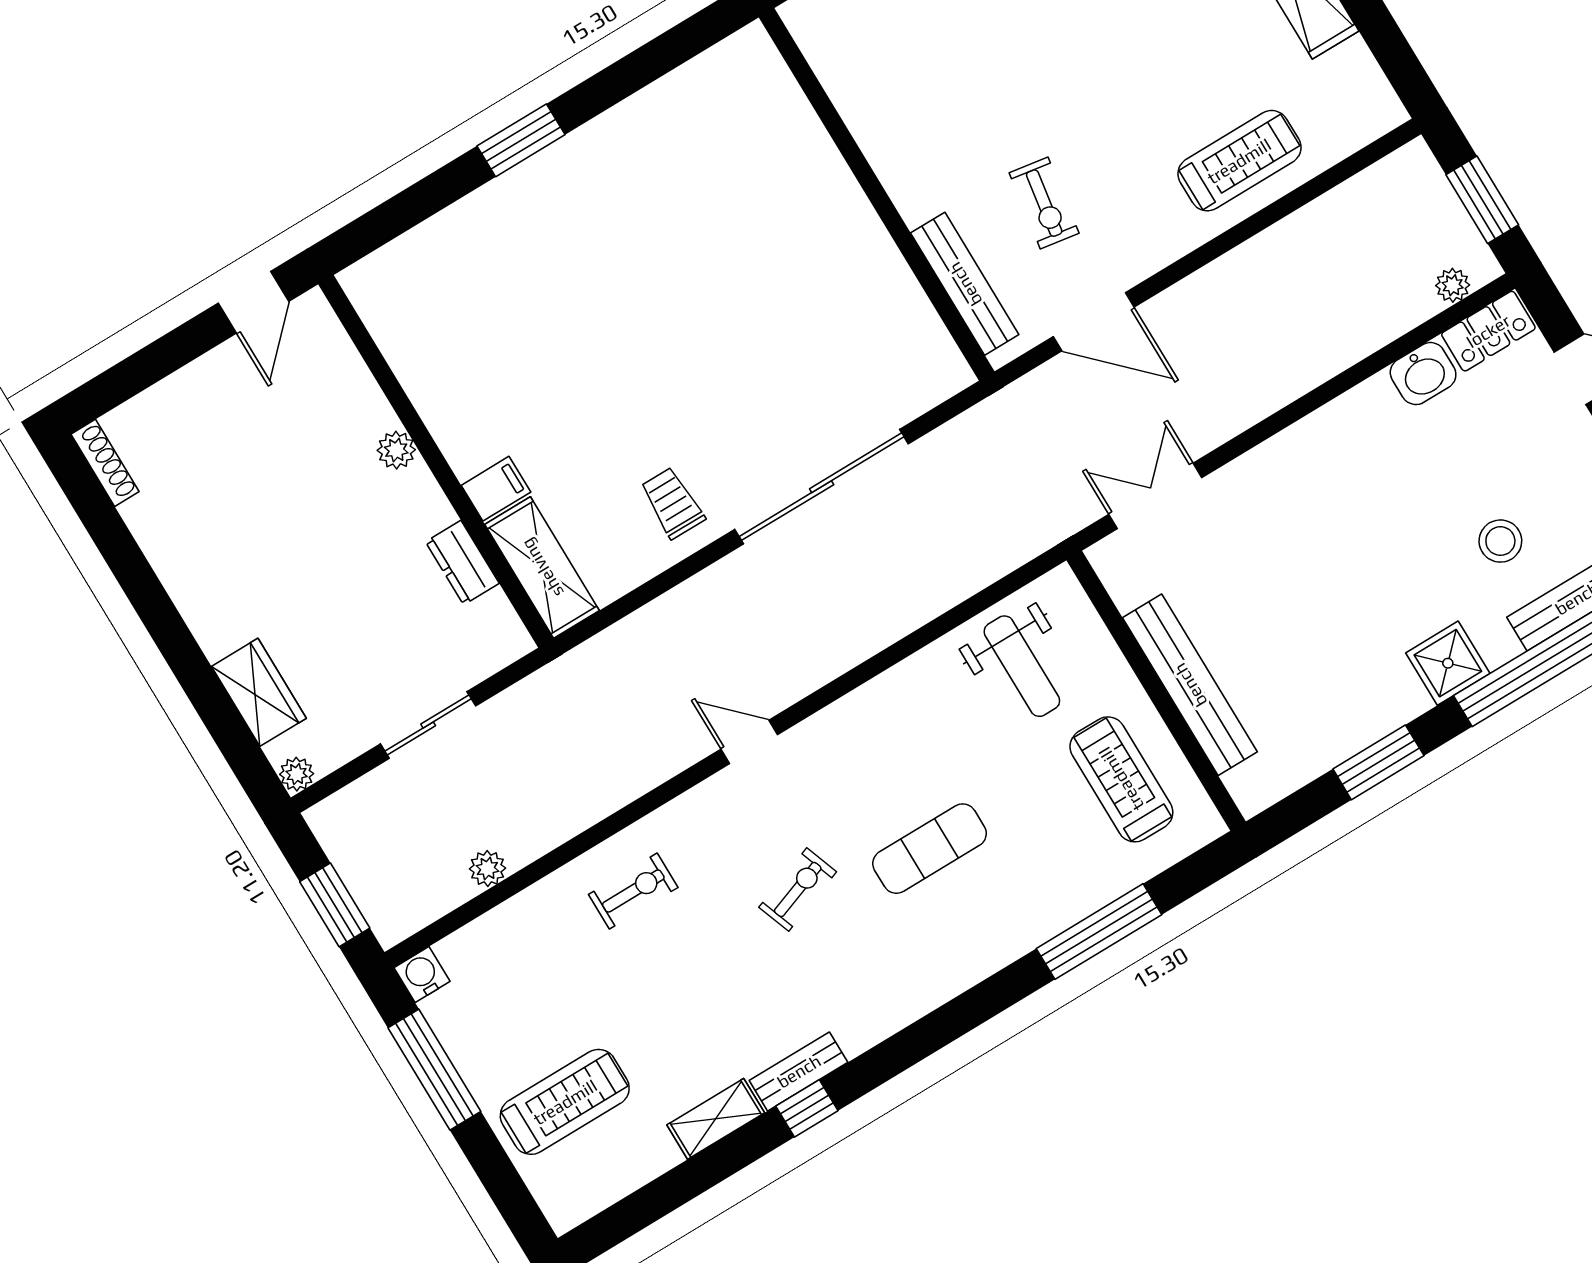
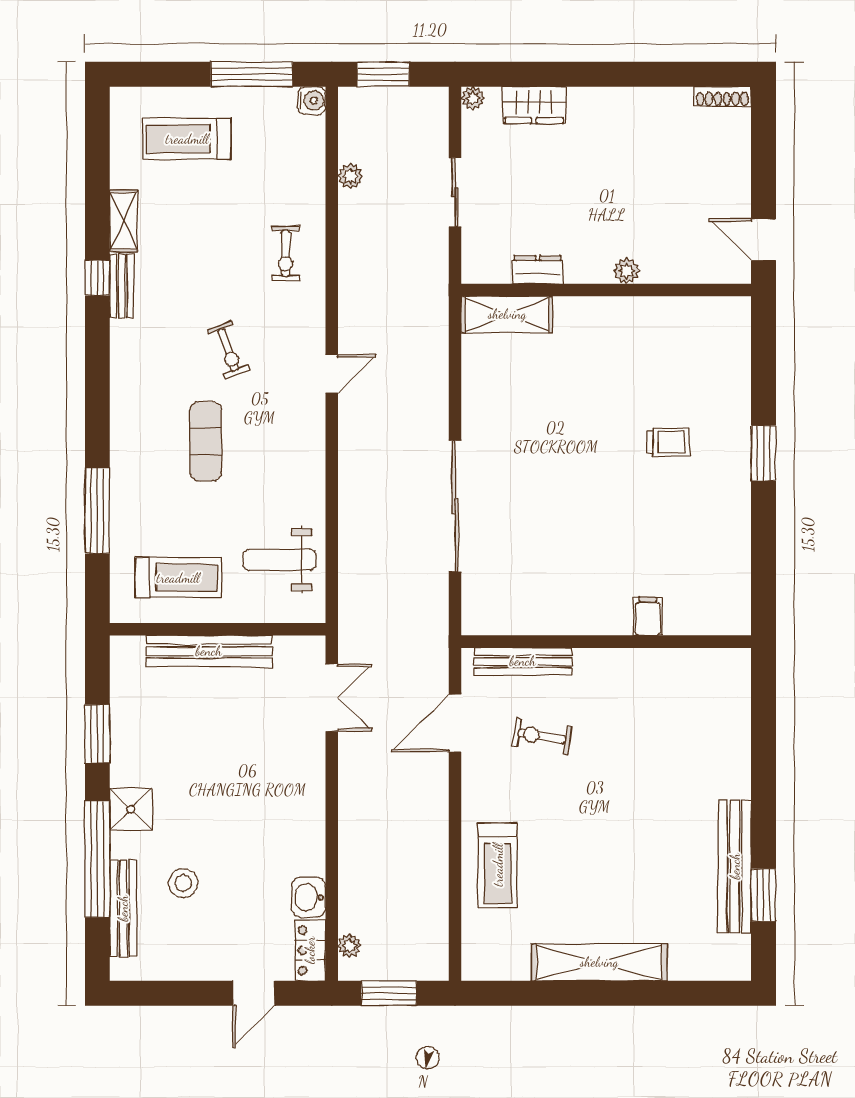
filing cabinet: (496, 489) -> (648, 616), moved, turned 180
trolley: (673, 503) -> (668, 442), moved
treadmill: (565, 1102) -> (187, 139), turned 90

